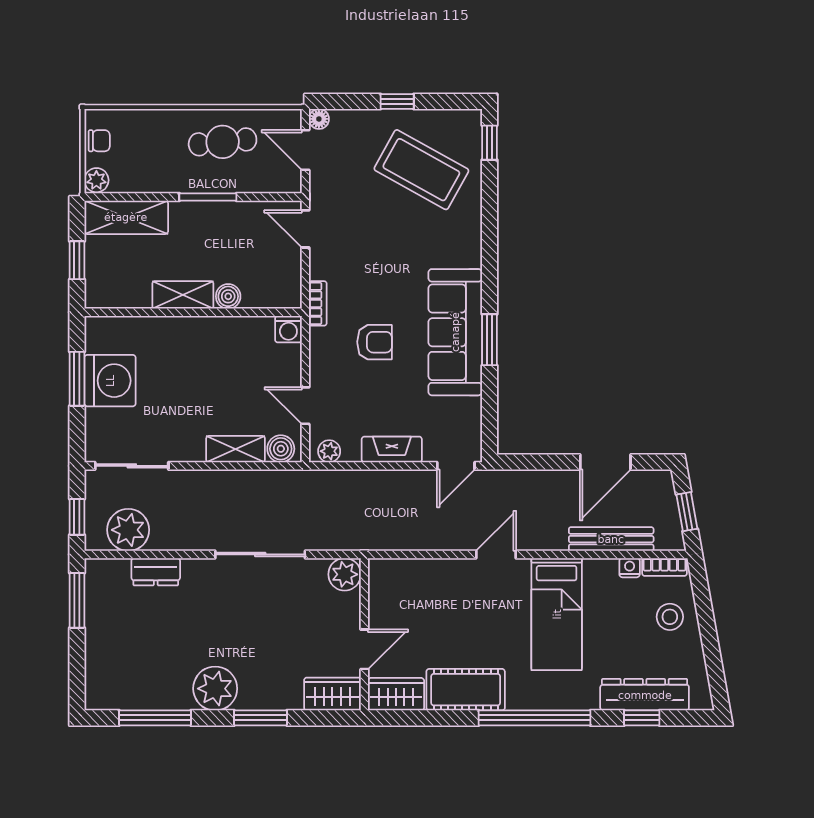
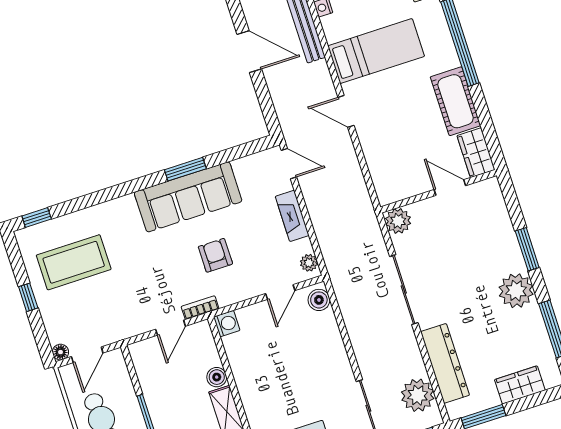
coffee table: (421, 170) -> (74, 262), turned 61
door: (305, 229) -> (170, 328), moved
shelving: (236, 449) -> (330, 334), removed
dresser: (156, 572) -> (445, 363), width x1.96, depth x1.24
wardrobe: (332, 694) -> (520, 385), moved, turned 90

